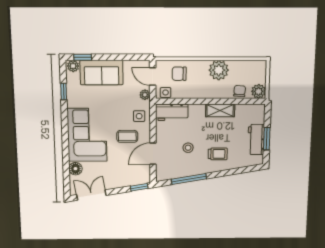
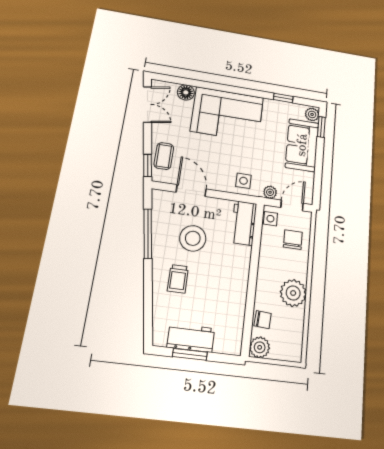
shelving: (220, 110) -> (239, 289), removed
coffee table: (127, 136) -> (164, 156), moved
stool: (188, 148) -> (193, 238), width x1.89, depth x1.89

